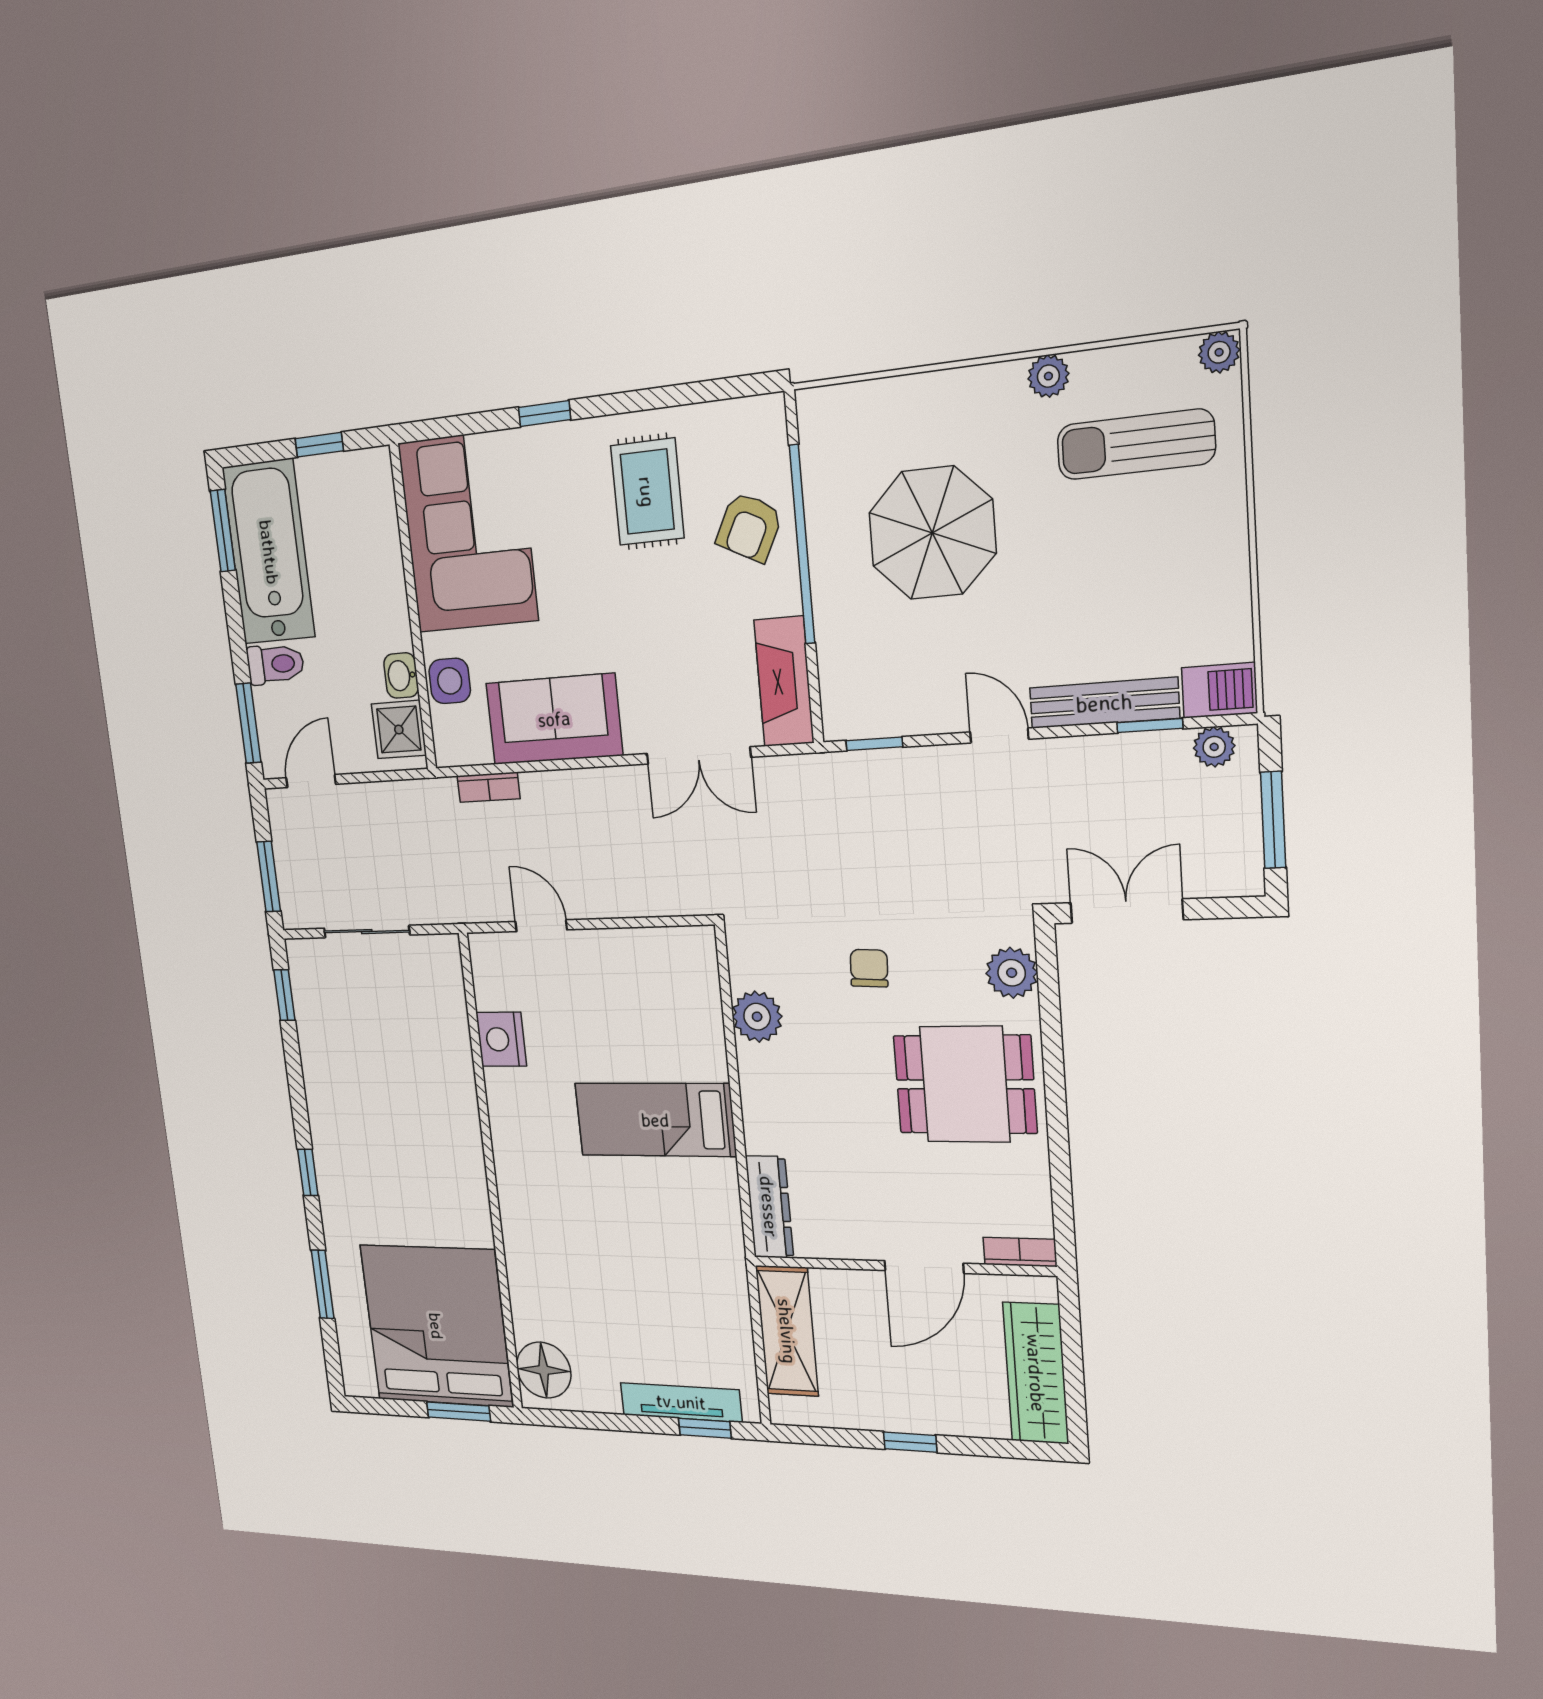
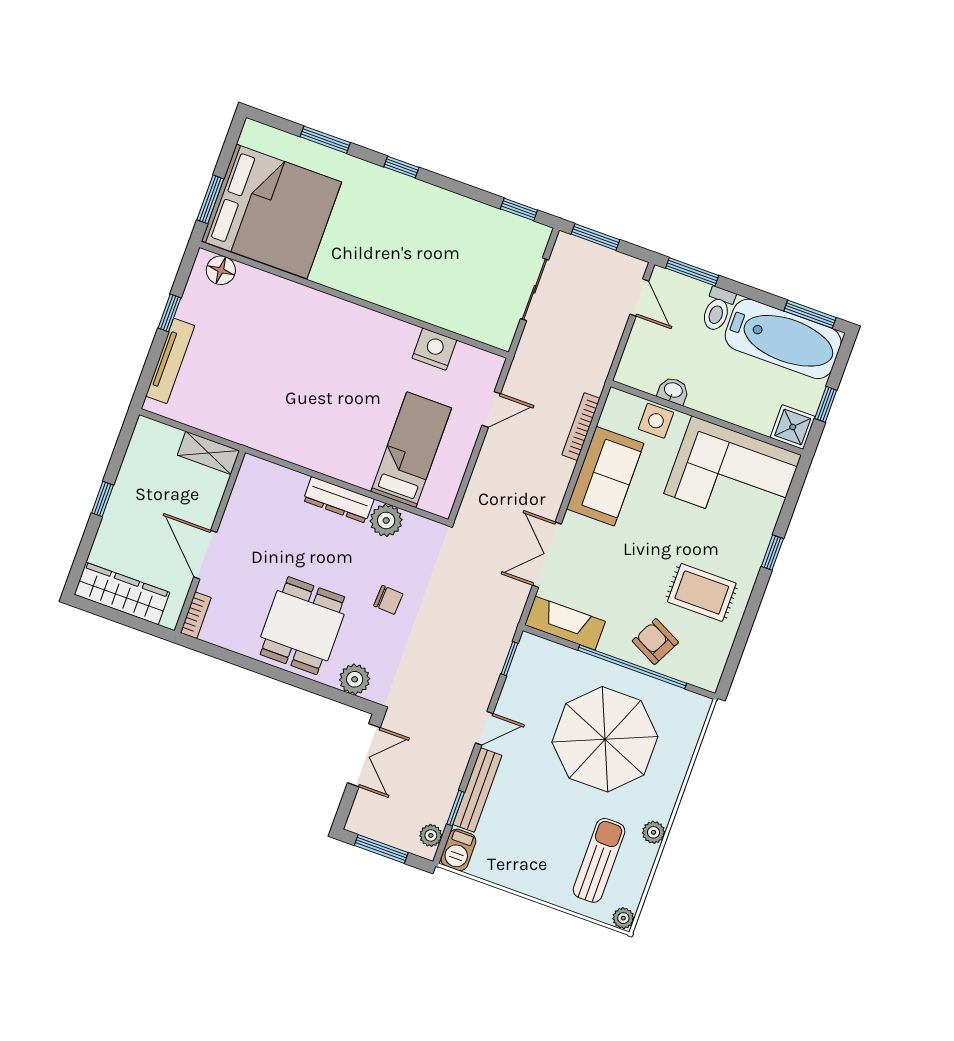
parasol: (932, 533) -> (605, 739), width x1.36, depth x1.36
shower: (399, 730) -> (793, 427), moved
bookcase: (489, 787) -> (581, 427), width x1.56
bed: (655, 1120) -> (411, 450), moved
dresser: (769, 1207) -> (338, 500), moved
shelving: (787, 1331) -> (208, 453), width x0.67, depth x0.75
floor lamp: (544, 1370) -> (221, 270), width x0.73, depth x0.73
window: (705, 1428) -> (169, 313), moved

